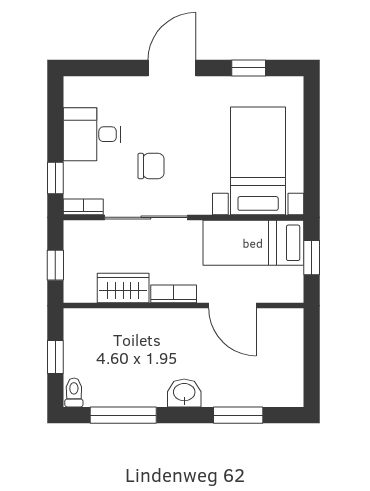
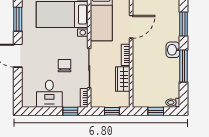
window: (249, 68) -> (18, 19), width x1.50
window: (123, 415) -> (183, 66), moved

